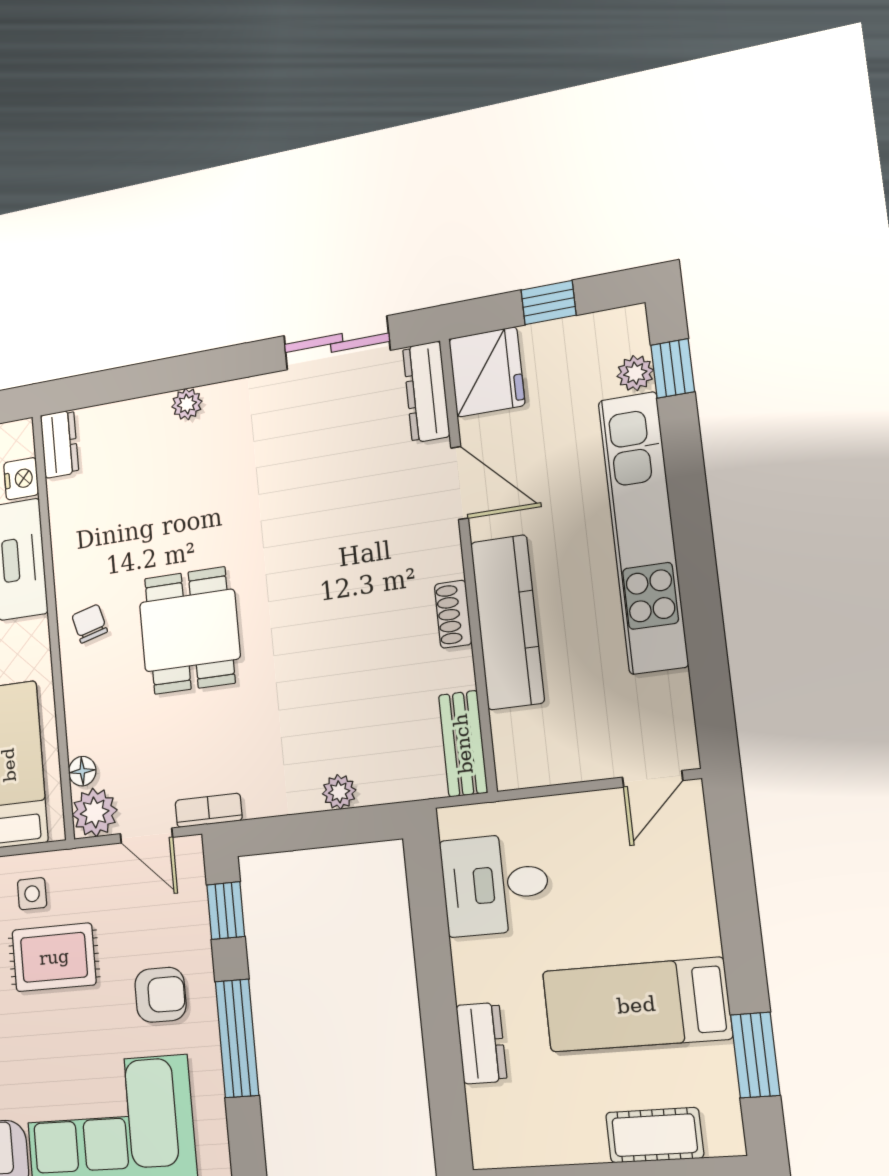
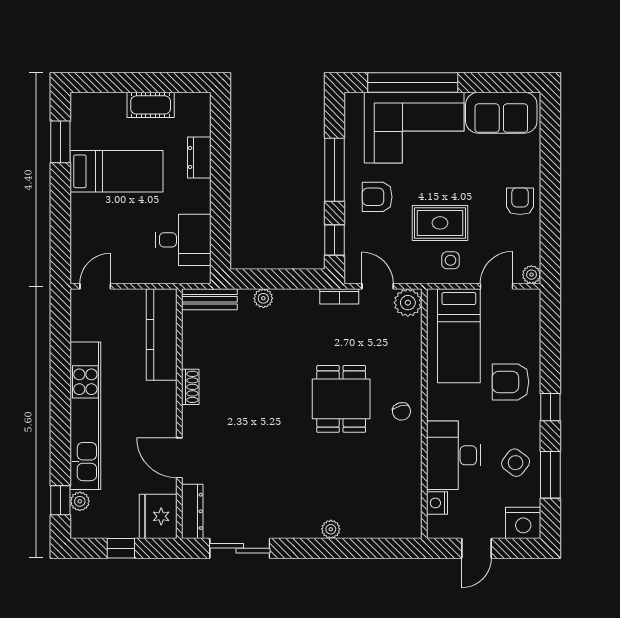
dresser: (59, 444) -> (411, 520), removed
kitchen counter: (507, 622) -> (162, 334), moved
bench: (463, 744) -> (209, 299), moved, turned 90
floor lamp: (82, 771) -> (413, 327), removed
cot: (655, 1135) -> (151, 105), moved

